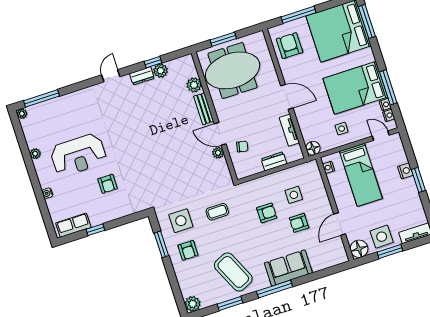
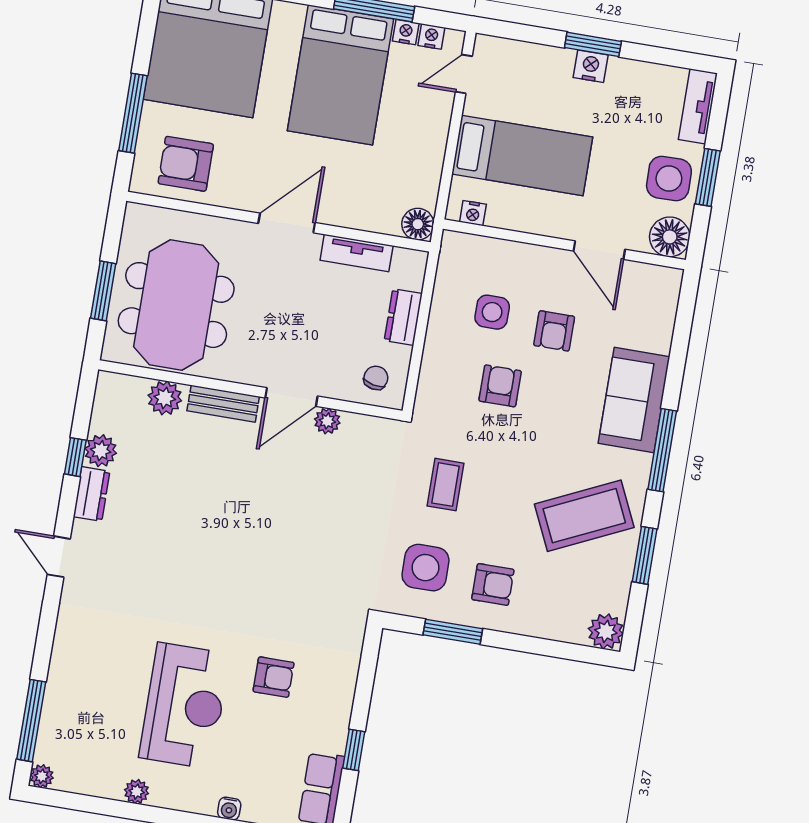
side table: (342, 129) -> (408, 146), removed
chair: (242, 147) -> (376, 378), moved
nightstand: (405, 171) -> (591, 66), moved

